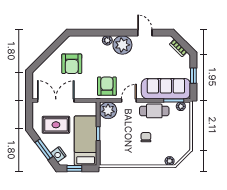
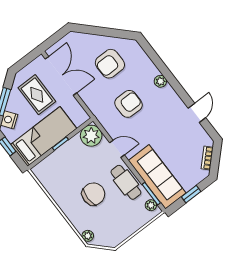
plant: (122, 45) -> (167, 100), removed
armchair: (107, 86) -> (129, 104), moved
chair: (146, 137) -> (93, 194), width x1.87, depth x1.87

